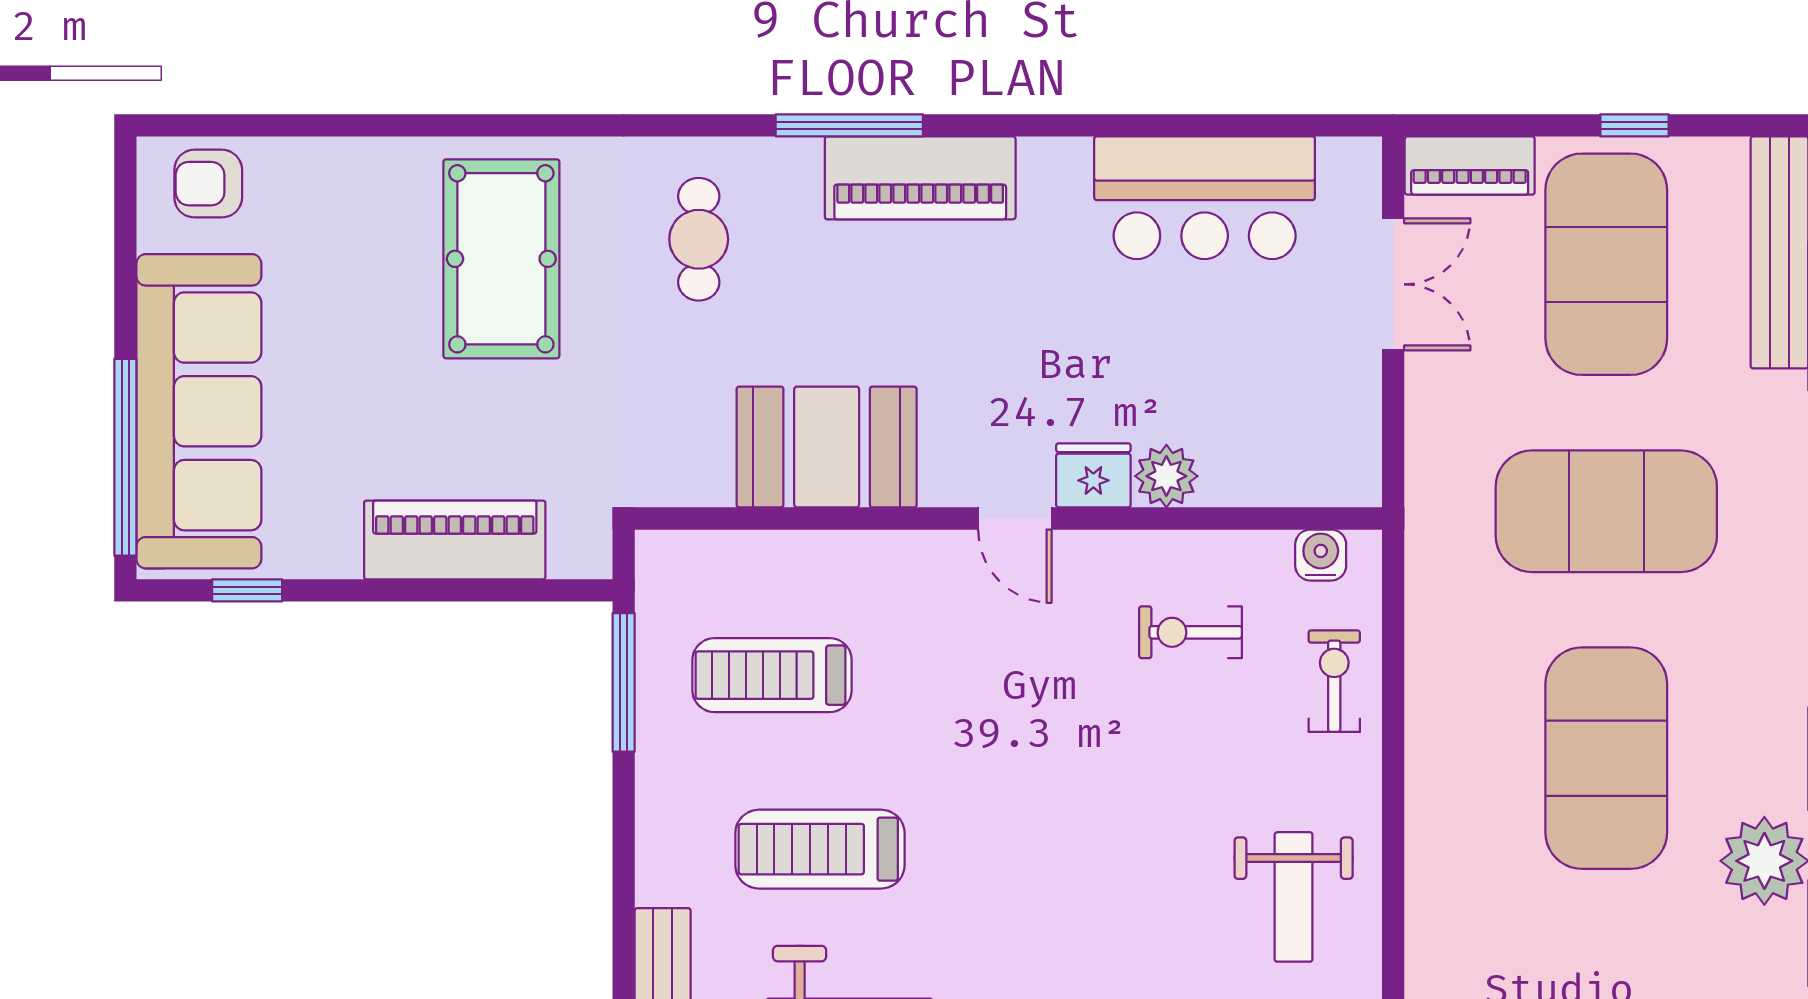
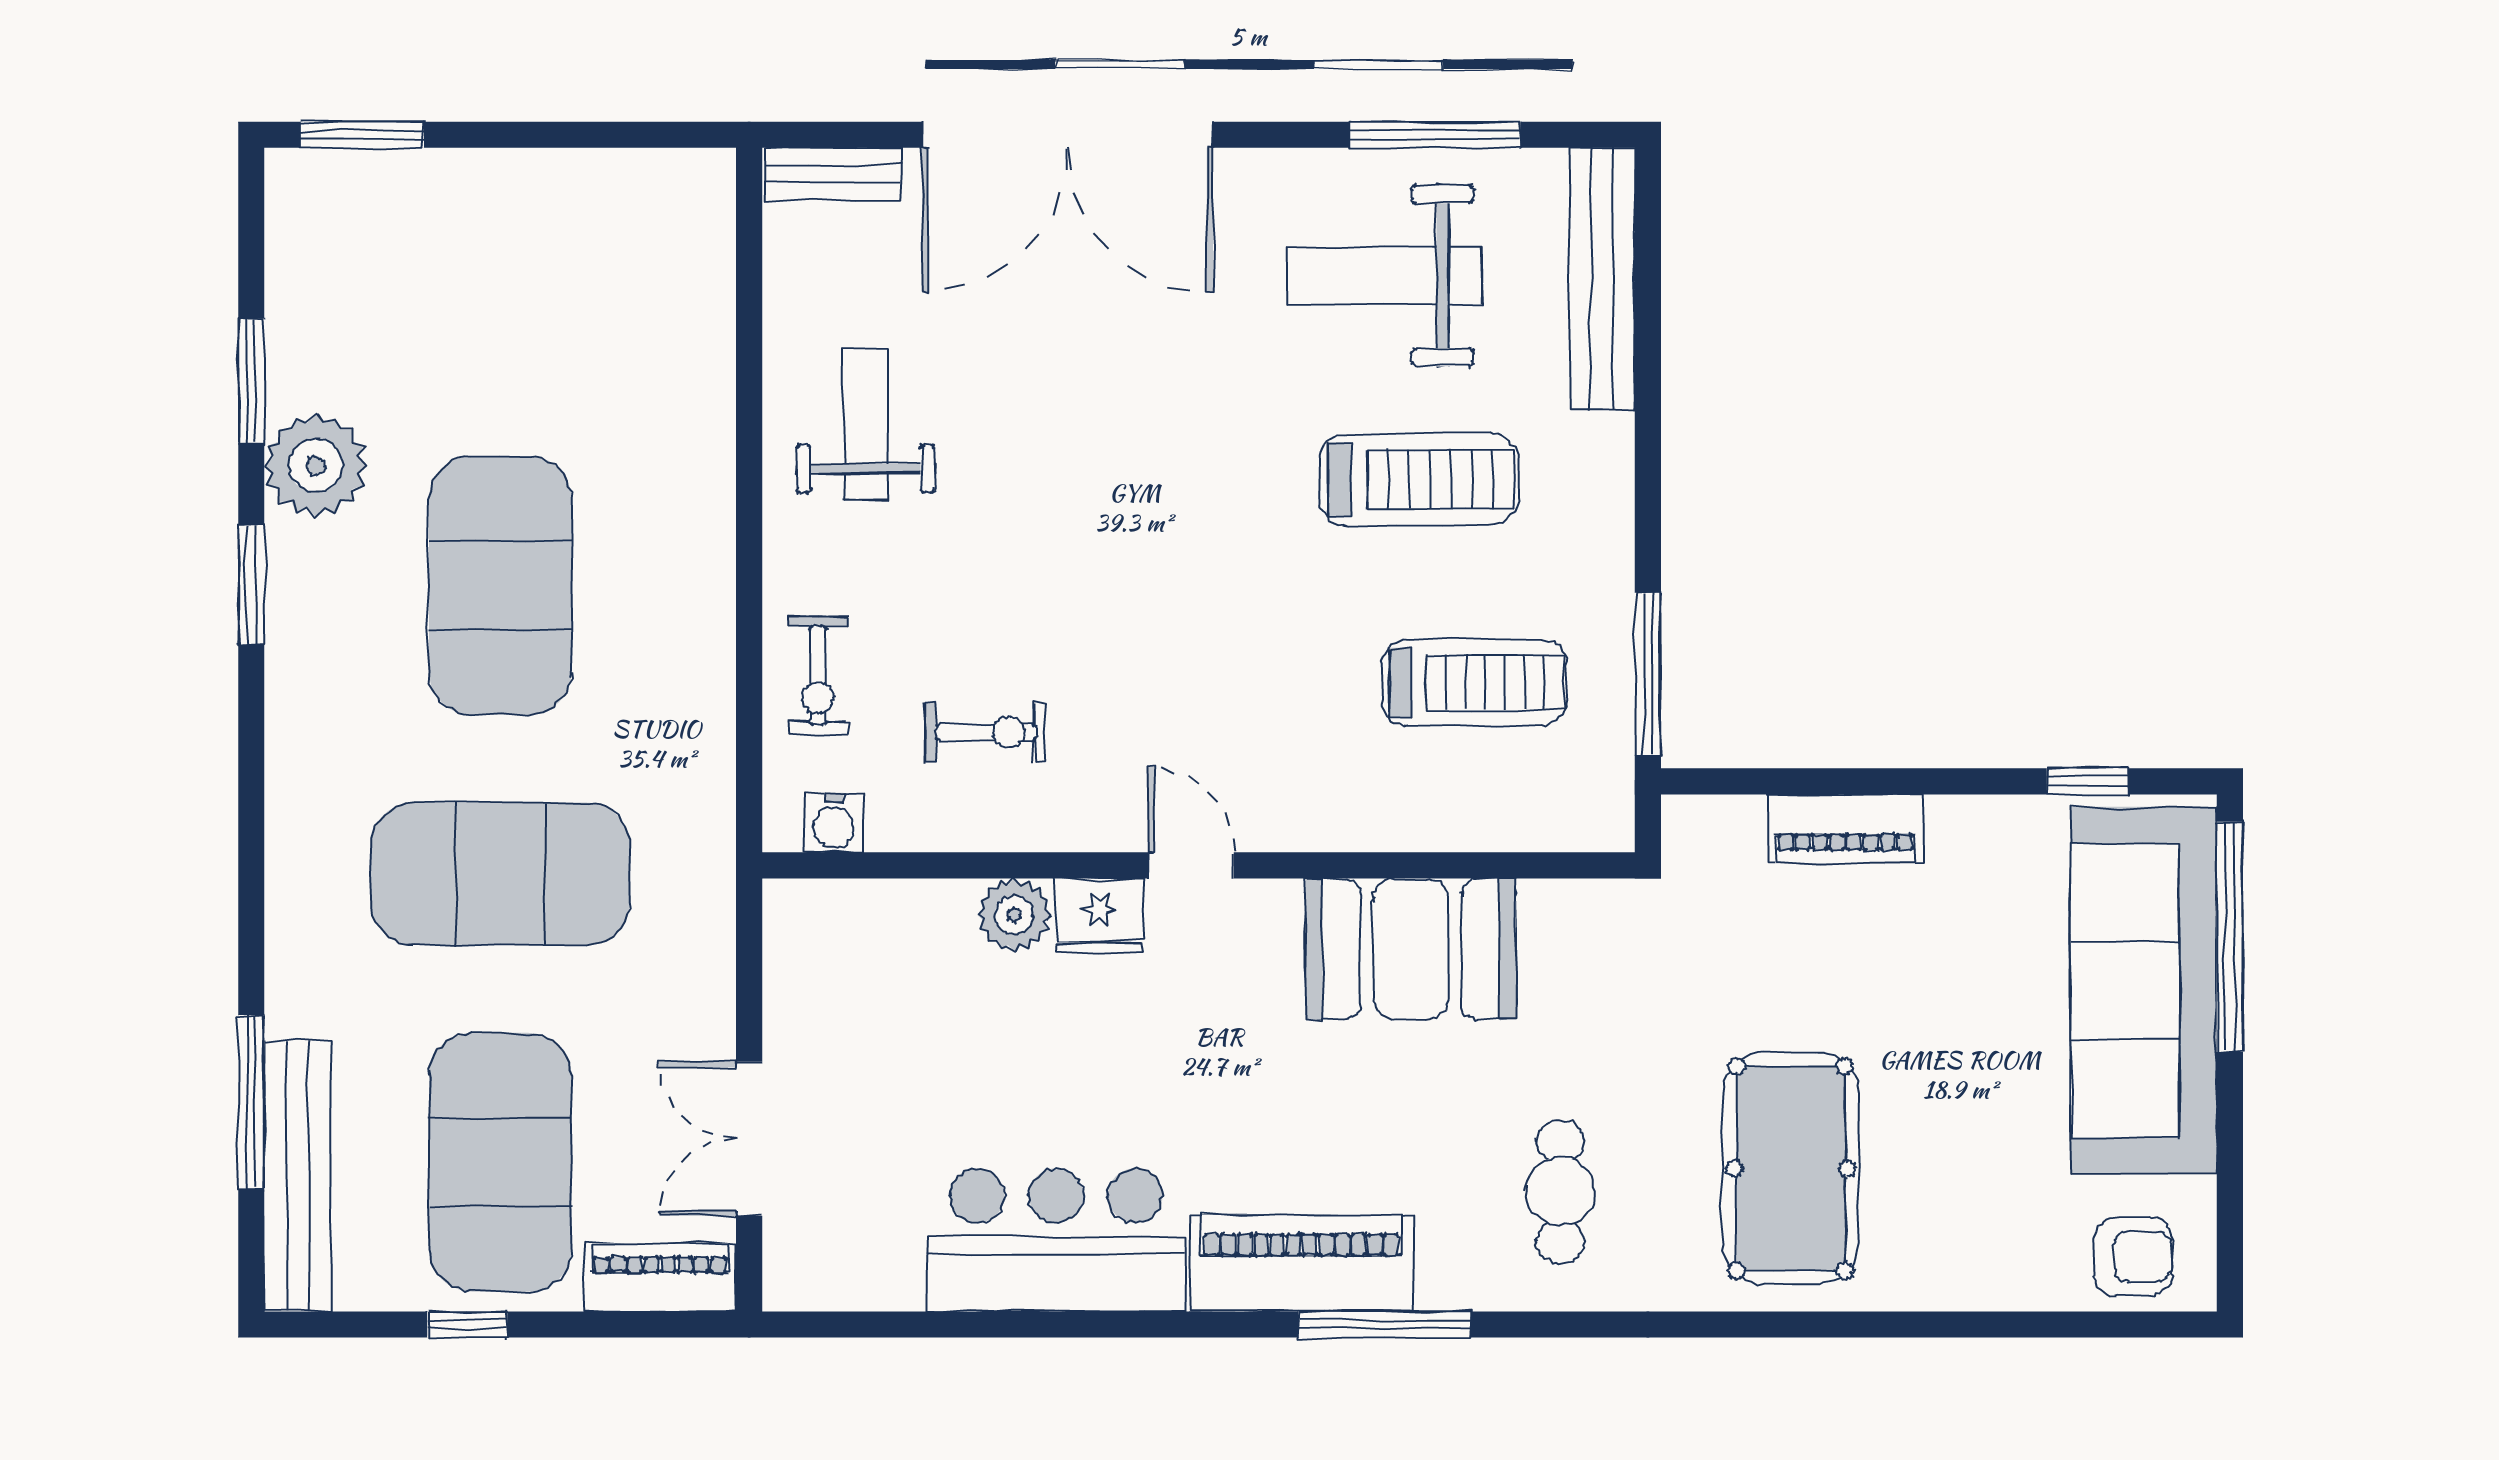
bar counter: (1205, 198) -> (1056, 1240), moved
piano: (455, 540) -> (1845, 829), width x0.73, depth x0.75

